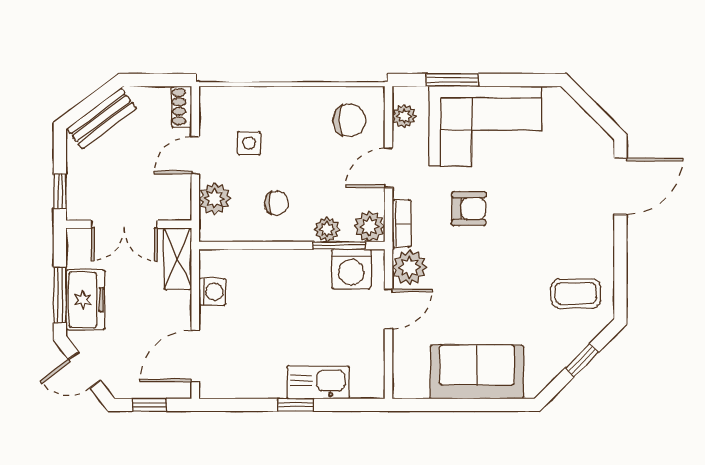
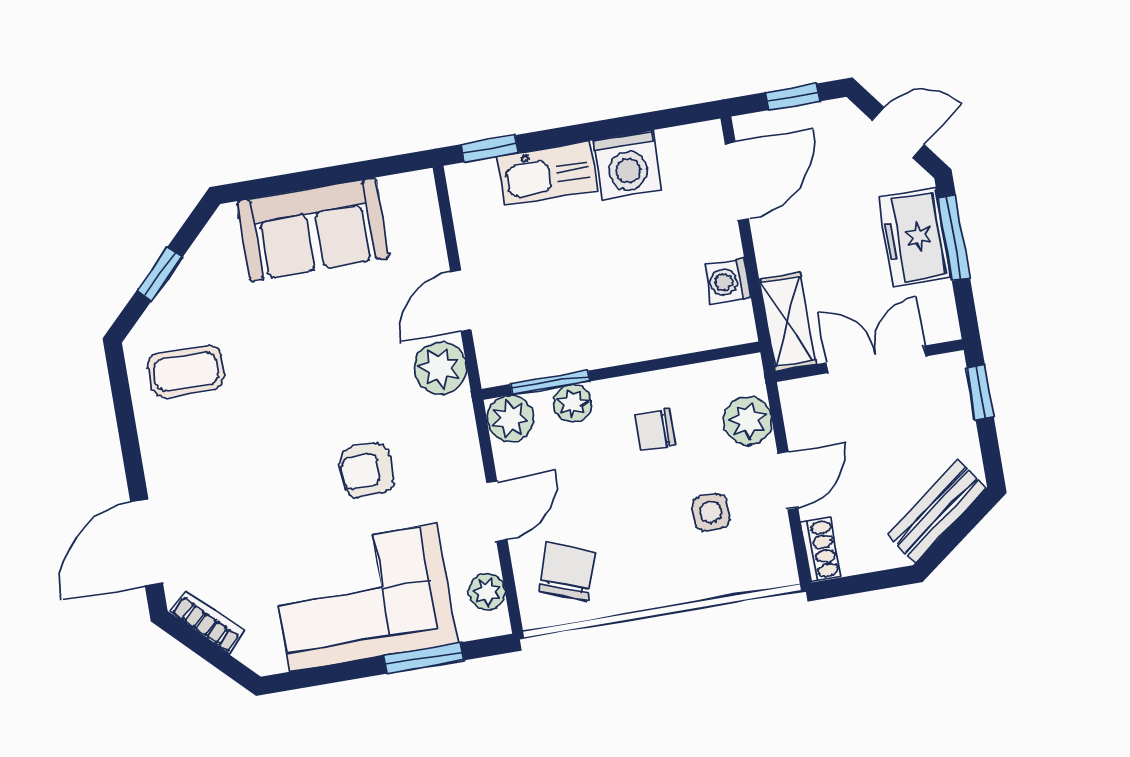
chair: (349, 120) -> (567, 572), turned 110
bookcase: (402, 224) -> (208, 622), moved, turned 135
washing machine: (351, 269) -> (627, 165), moved, turned 180
window: (296, 405) -> (490, 149), moved

